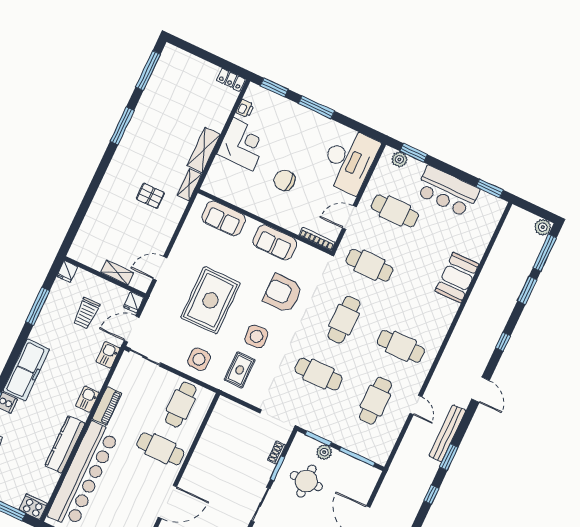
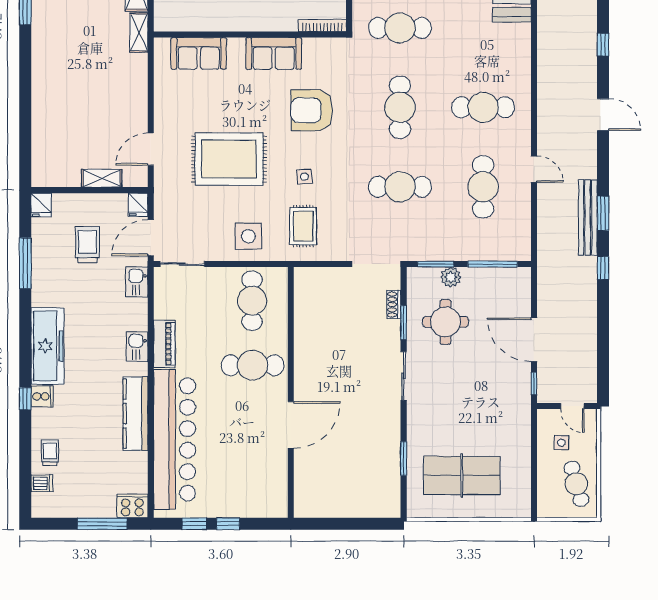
pallet: (150, 196) -> (98, 68), removed
rug: (210, 300) -> (229, 159), turned 90
trolley: (86, 313) -> (87, 245), turned 180
side table: (256, 336) -> (304, 177), width x0.54, depth x0.54
bench: (447, 433) -> (588, 217), moved

